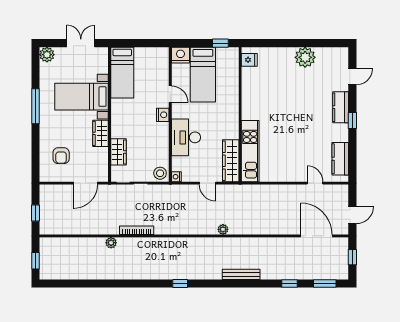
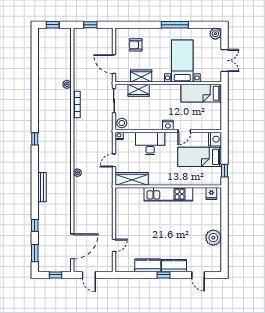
wardrobe: (100, 133) -> (141, 76), moved
kitchen unit: (250, 151) -> (168, 194), moved
kitchen counter: (340, 159) -> (148, 265), moved

